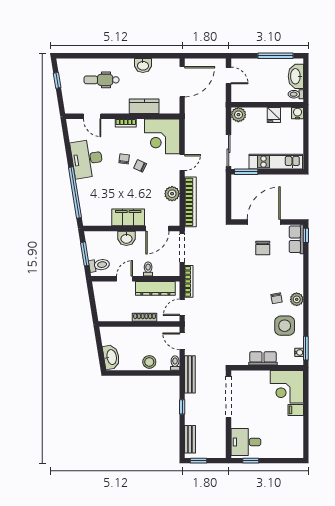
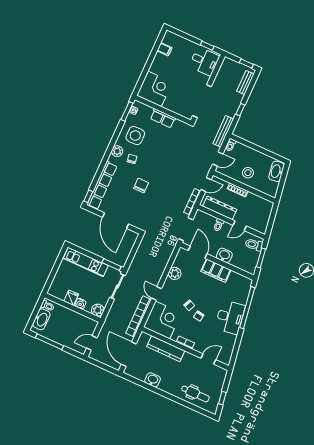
door: (229, 75) -> (92, 343), hinge flipped
dental chair: (102, 80) -> (195, 394), moved
door: (182, 82) -> (129, 354), hinge flipped
kitchen counter: (144, 106) -> (166, 349), width x1.50
water cooler: (298, 113) -> (80, 304), moved
door: (92, 116) -> (208, 359), hinge flipped
desk: (87, 159) -> (230, 317), moved
door: (182, 163) -> (156, 293), hinge flipped
bookcase: (190, 202) -> (139, 316), moved
door: (264, 222) -> (116, 221), hinge flipped
door: (157, 228) -> (198, 252), hinge flipped
row of seats: (296, 239) -> (102, 185), width x2.02
chair: (263, 248) -> (141, 186), moved
door: (182, 341) -> (218, 159), hinge flipped
stool: (149, 362) -> (248, 173), moved
filing cabinet: (296, 410) -> (164, 49), moved

